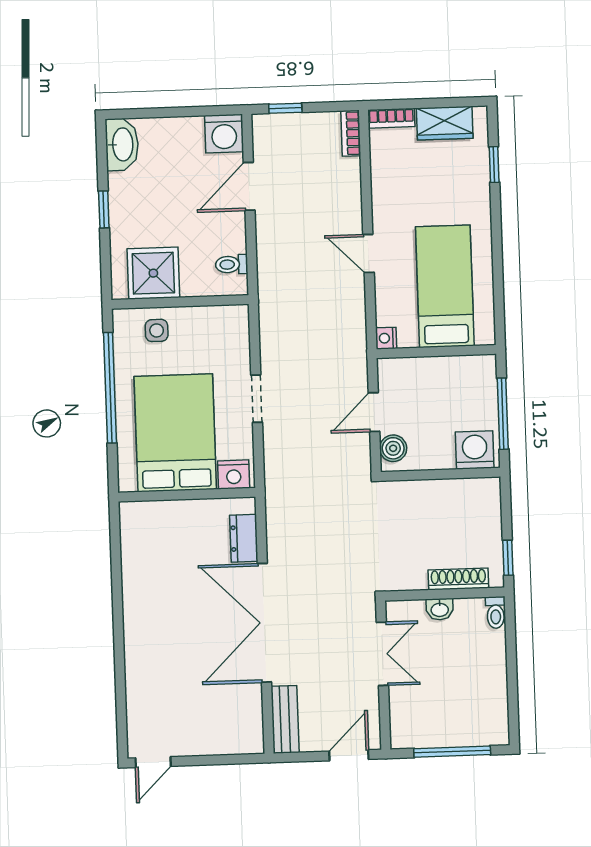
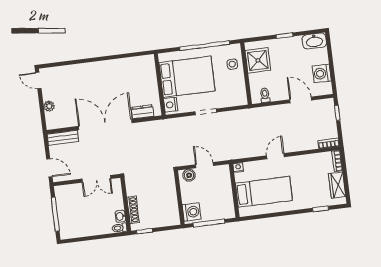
washing machine: (224, 134) -> (322, 73), moved
washbasin: (440, 609) -> (120, 216), moved
plant: (213, 744) -> (49, 106), added

